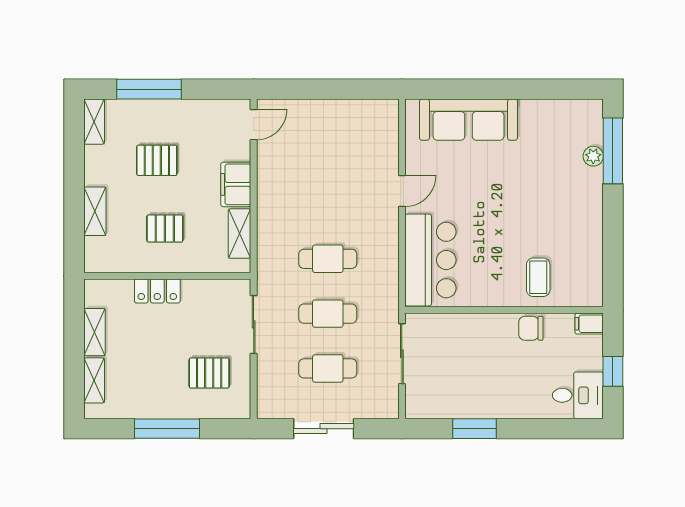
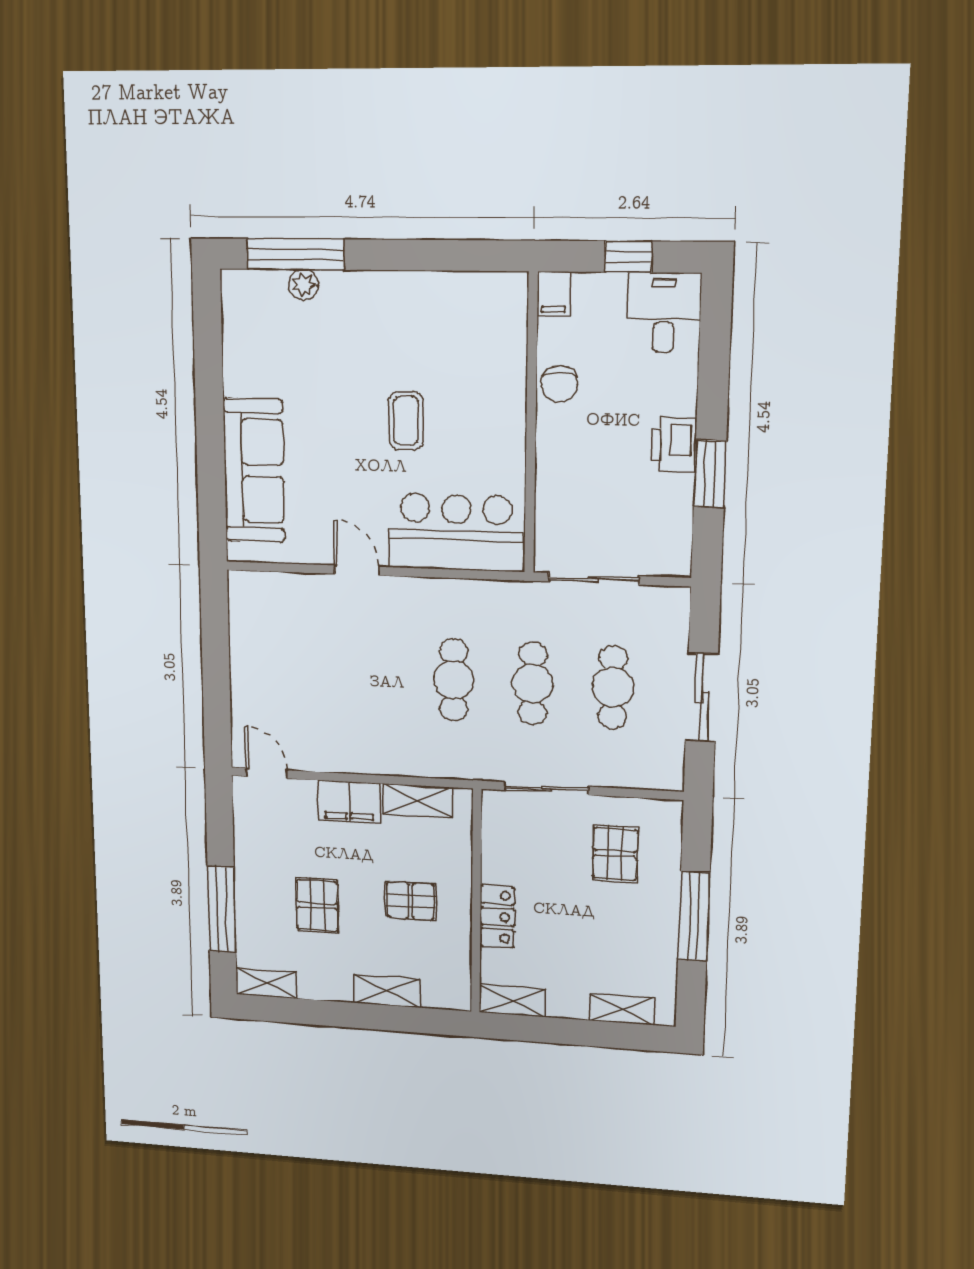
pallet: (165, 229) -> (410, 901), turned 90
coffee table: (538, 277) -> (406, 421), moved, turned 90
shelving: (95, 332) -> (512, 1001), moved
printer: (493, 404) -> (674, 445), added

